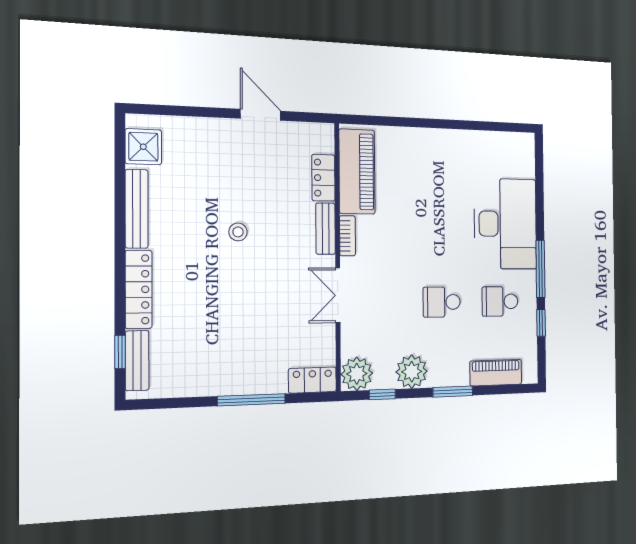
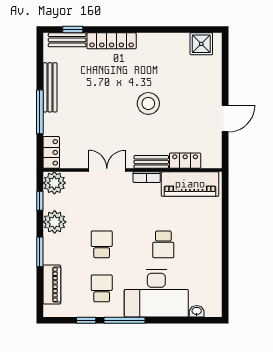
washbasin: (528, 168) -> (197, 311), added
bench: (137, 209) -> (50, 87), moved, turned 90
school desk: (441, 213) -> (163, 244), added
stool: (238, 232) -> (148, 103), width x1.89, depth x1.89

